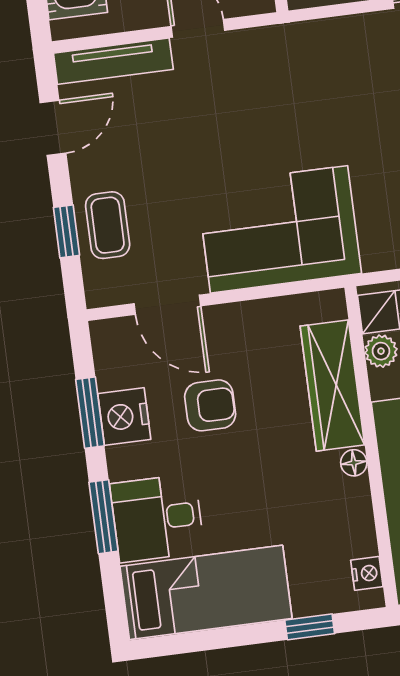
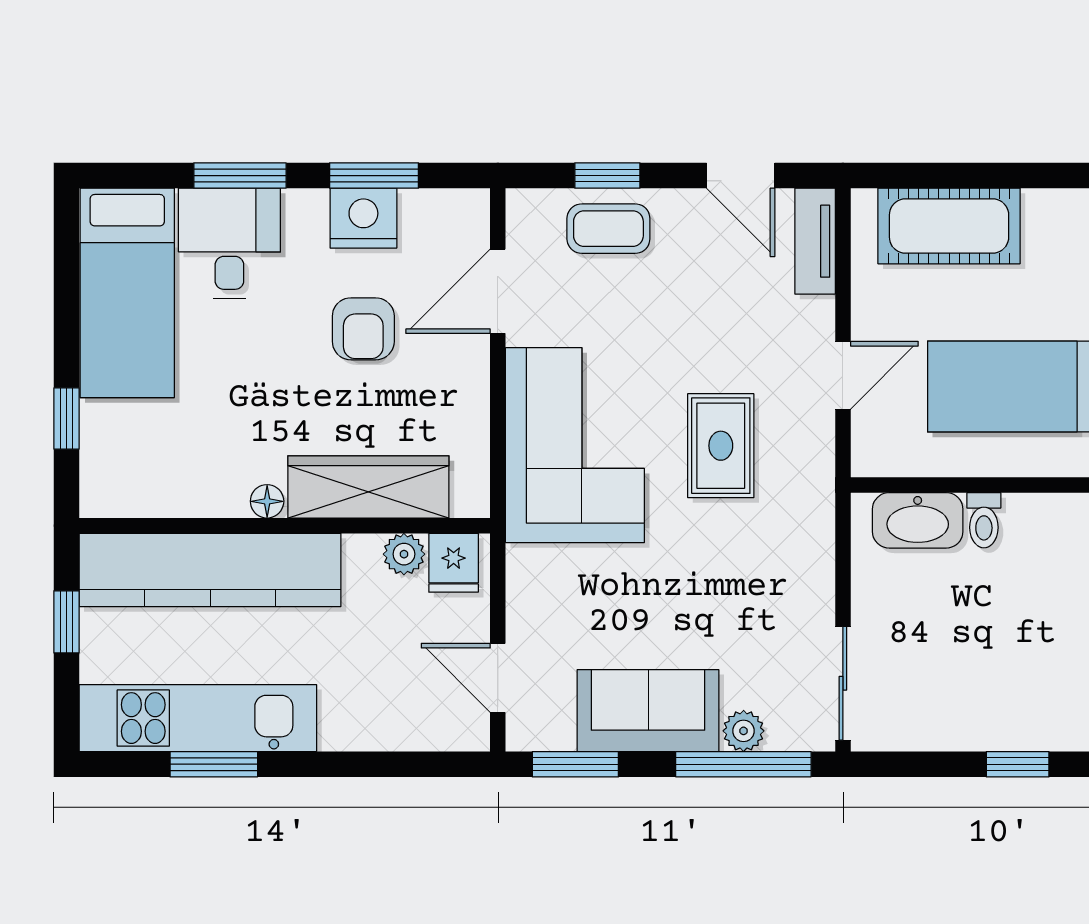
tv unit: (113, 61) -> (815, 241), width x0.71
rug: (265, 116) -> (721, 446), added
nightstand: (367, 573) -> (125, 500), removed

